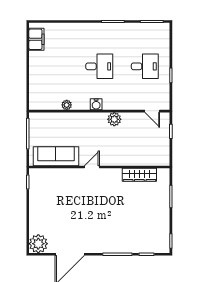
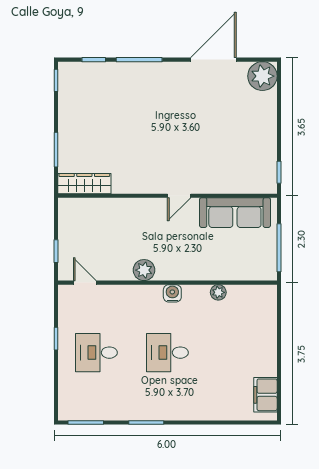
wardrobe: (139, 175) -> (84, 184), moved

